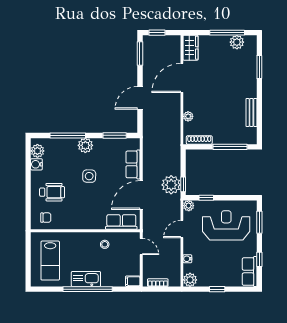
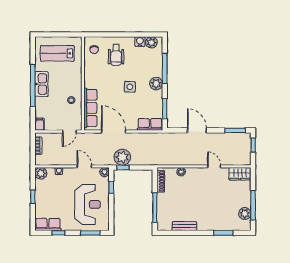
door: (182, 78) -> (214, 166), width x0.53
row of seats: (133, 164) -> (150, 124), moved
row of seats: (121, 222) -> (90, 108), width x1.48

